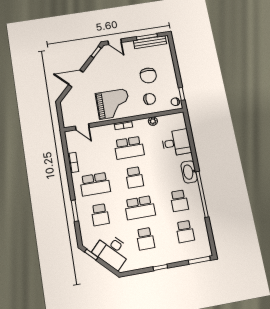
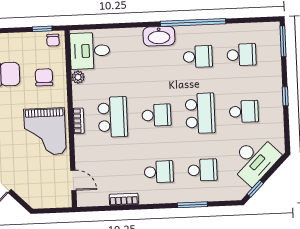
grand piano: (113, 104) -> (45, 132), turned 180
door: (82, 127) -> (73, 180), hinge flipped
desk: (176, 143) -> (90, 51), moved, turned -90
school desk: (95, 184) -> (159, 172), width x0.54

